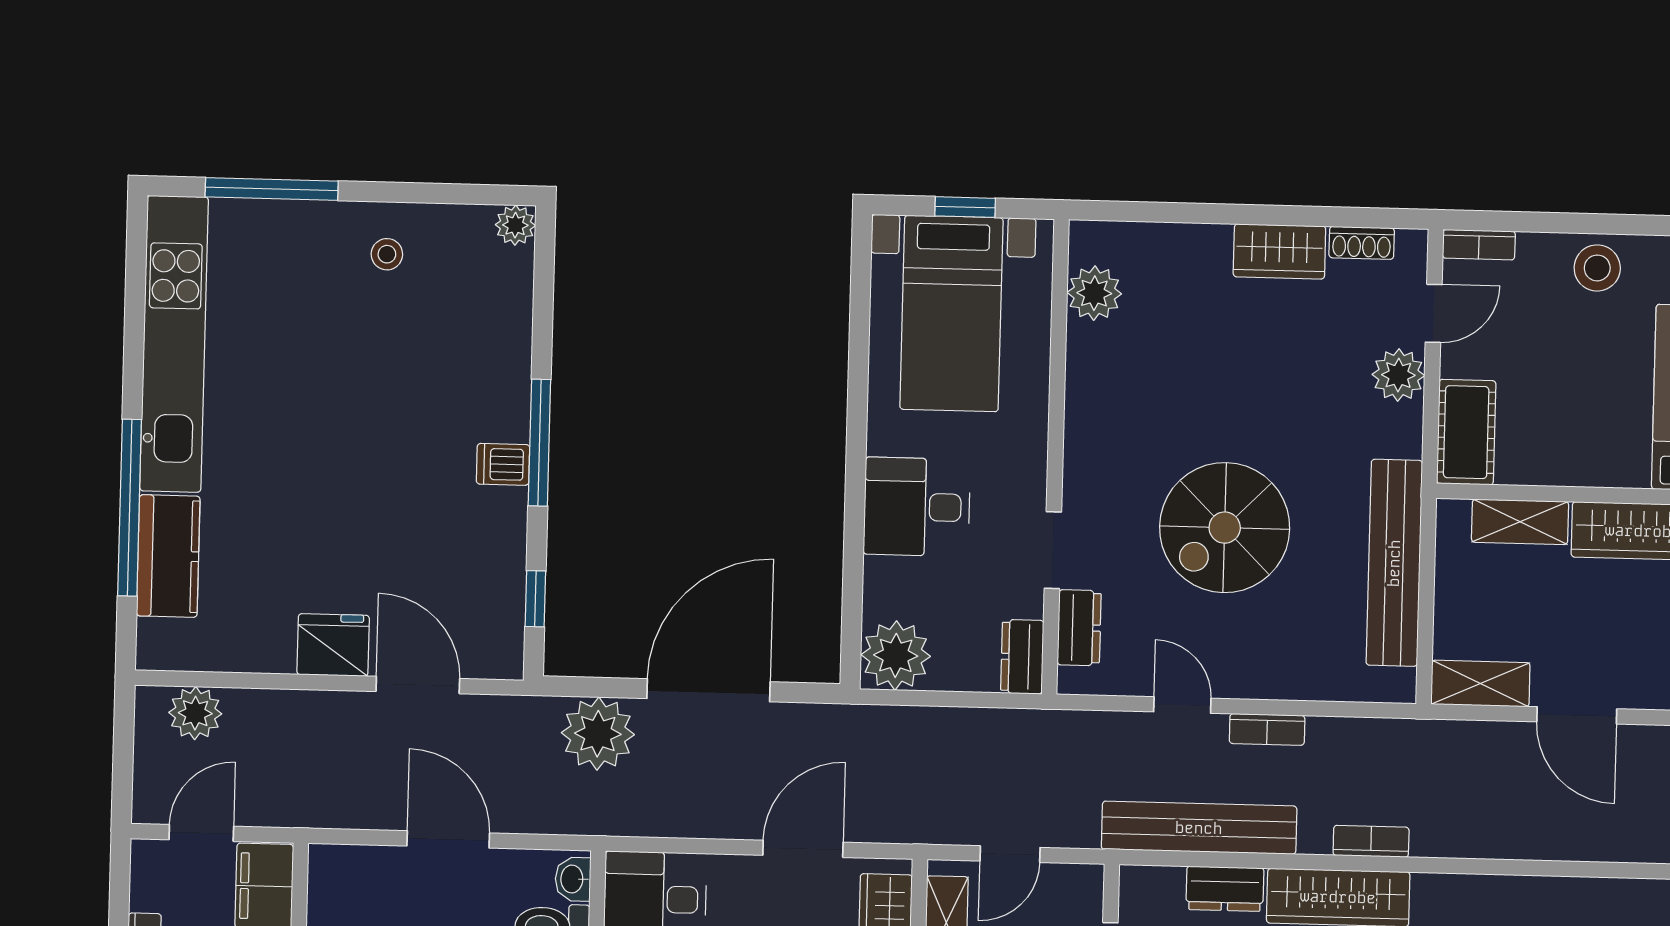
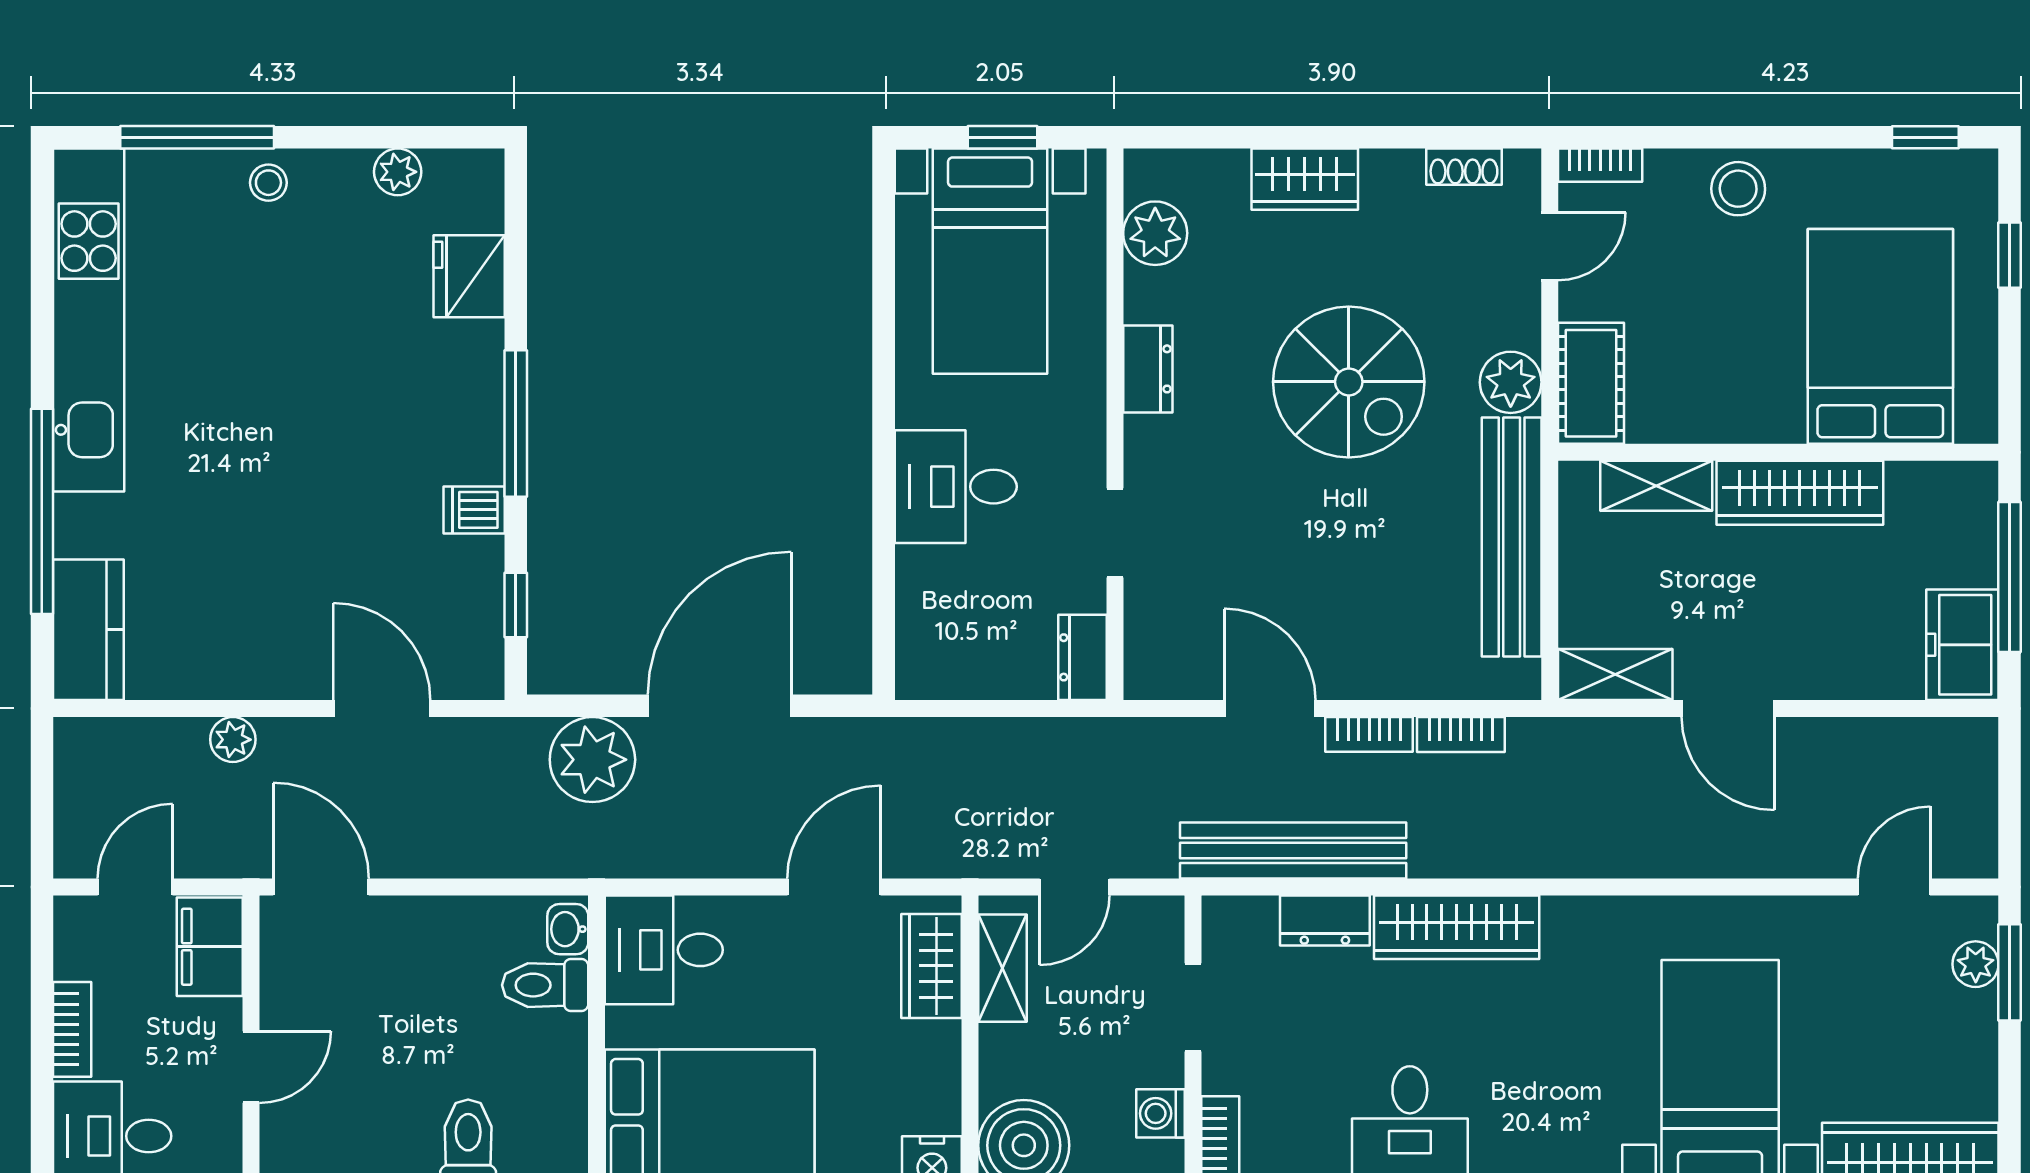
plant: (515, 225) -> (398, 172), moved
wardrobe: (1279, 251) -> (1305, 179), moved
stool: (387, 254) -> (268, 183), moved
plant: (1398, 375) -> (1511, 382), moved
dishwasher: (503, 464) -> (474, 510), moved
spiral stairs: (1225, 528) -> (1349, 382), moved, turned -90
kitchen counter: (168, 556) -> (88, 630), moved
dresser: (1079, 628) -> (1148, 369), moved
fridge: (333, 645) -> (469, 276), moved, turned -90
plant: (896, 655) -> (936, 660), removed
door: (1182, 705) -> (1270, 709), width x1.38
plant: (195, 713) -> (233, 740), moved, width x0.73, depth x0.73
door: (448, 839) -> (321, 887), moved
bookcase: (1371, 841) -> (1461, 734), moved, turned 180

